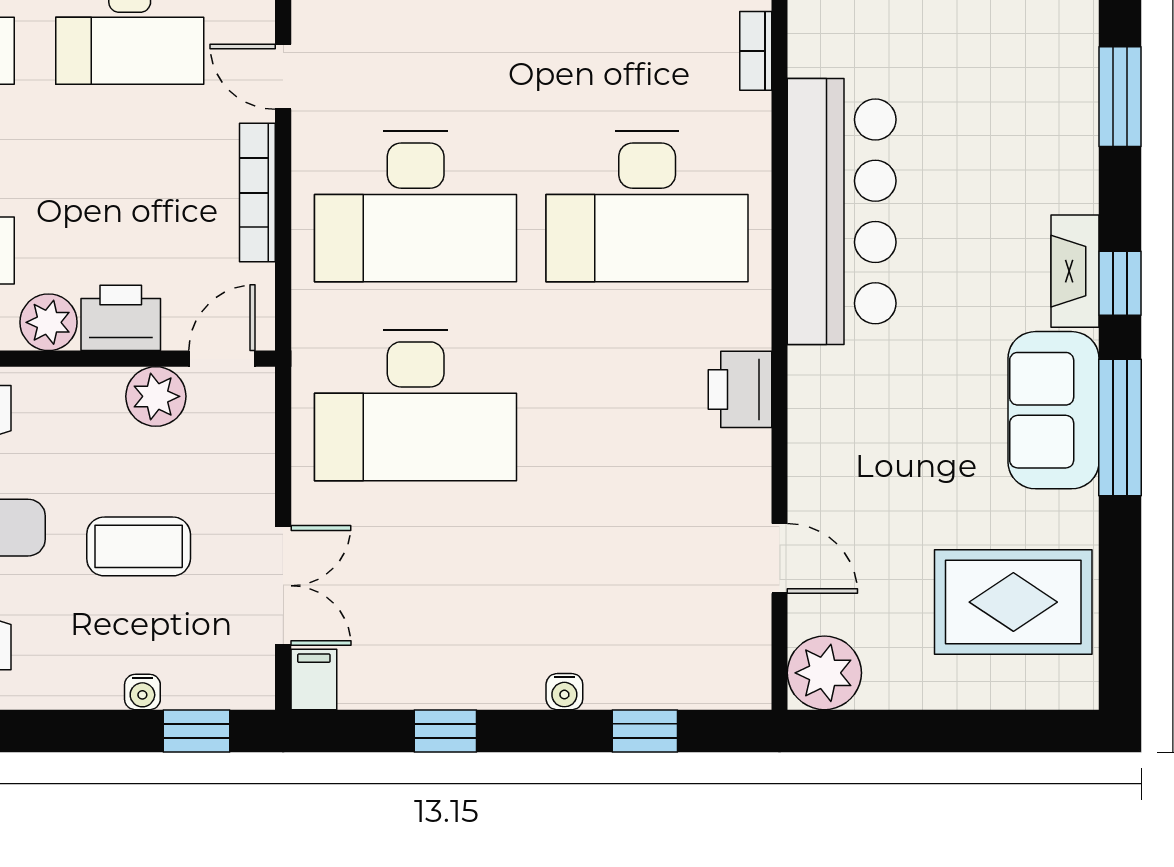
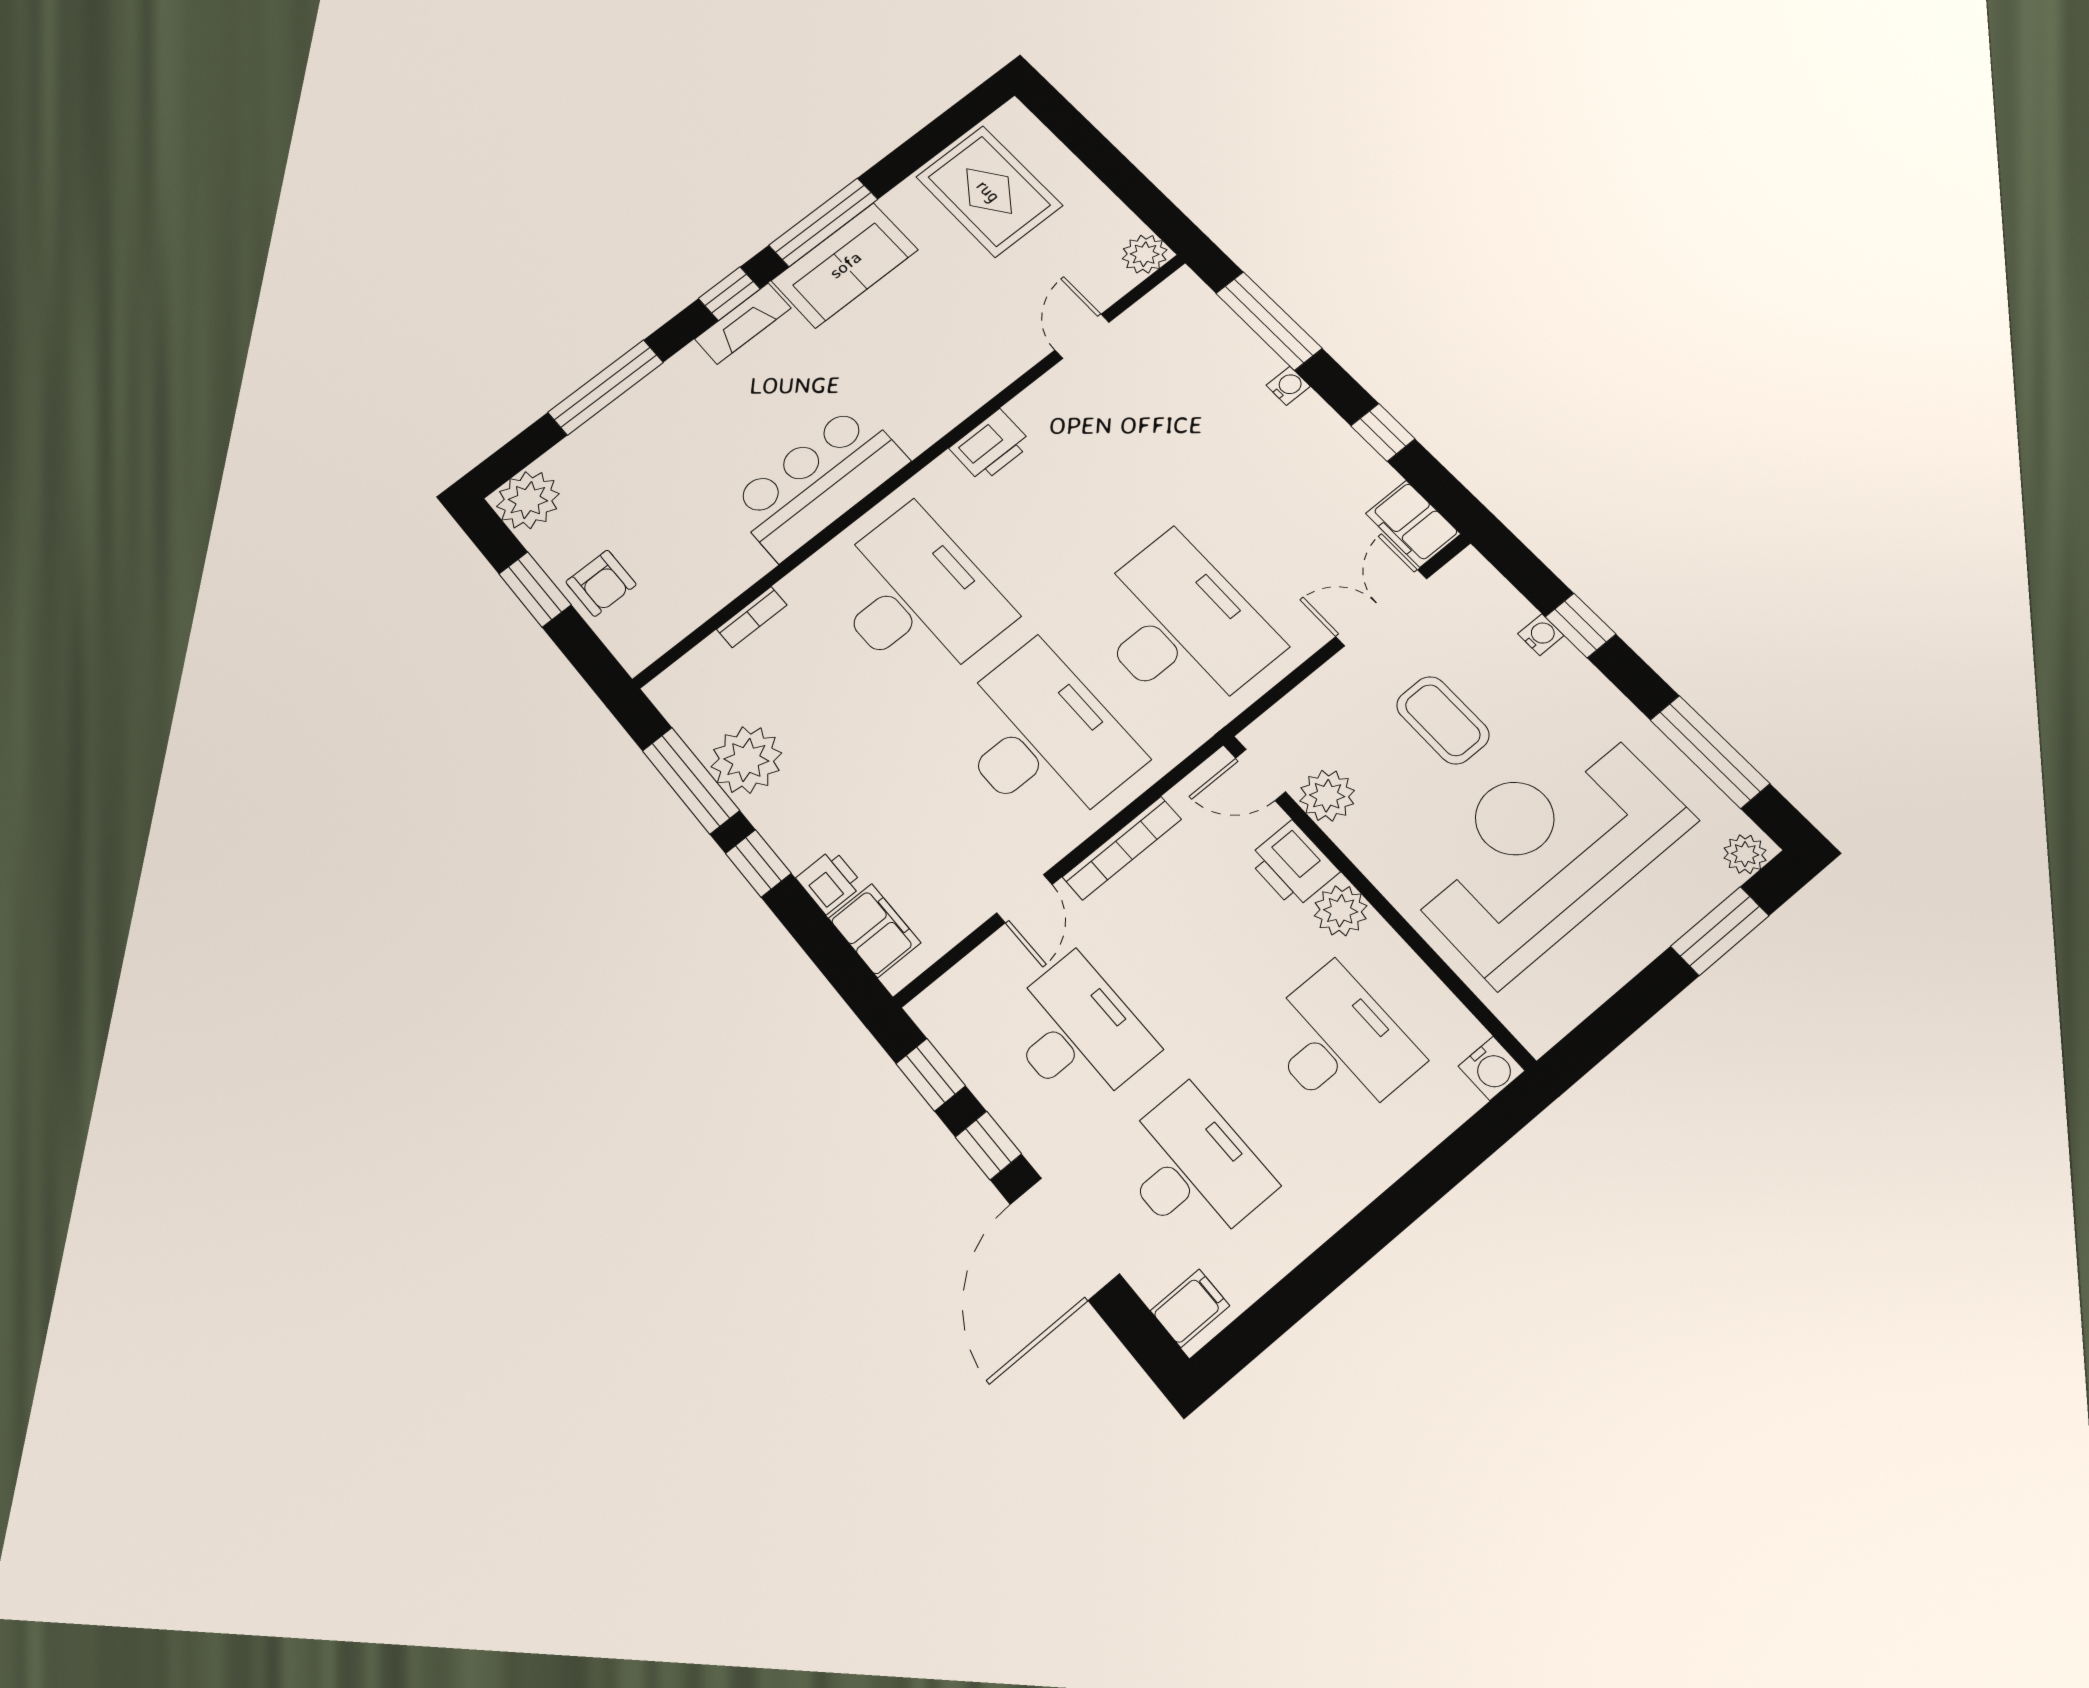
window: (1120, 97) -> (606, 387), width x1.44
bar counter: (842, 211) -> (818, 482), width x0.73
plant: (824, 673) -> (1145, 254), width x0.73, depth x0.73
filing cabinet: (314, 679) -> (1413, 524), width x2.00
window: (197, 731) -> (1580, 625), moved
window: (645, 731) -> (1269, 321), width x2.17

